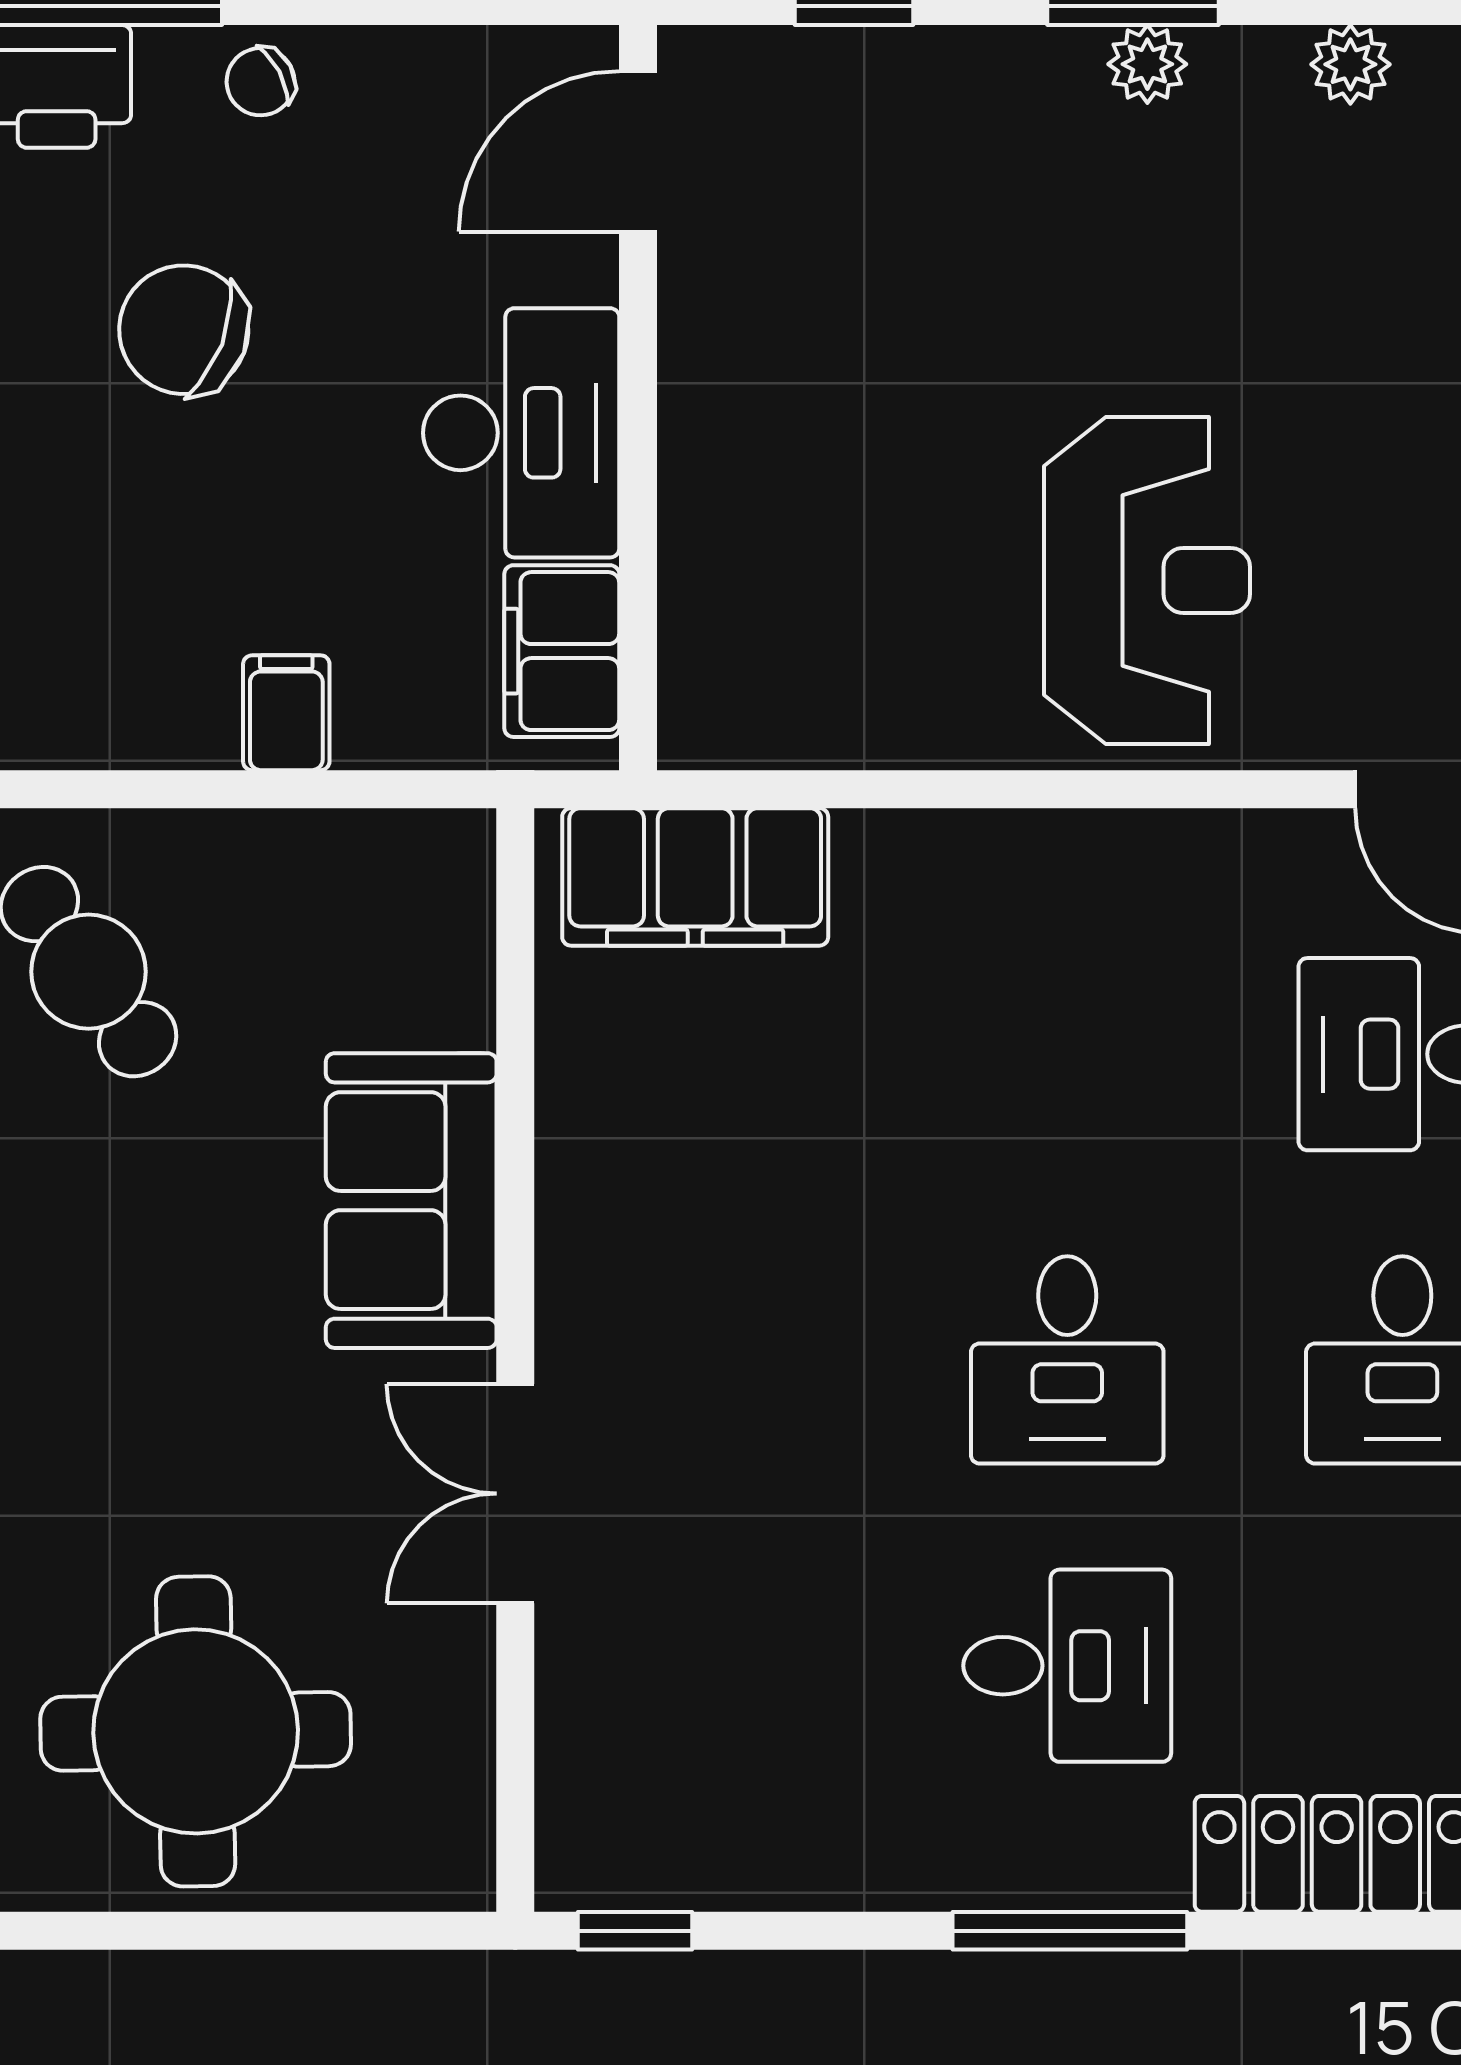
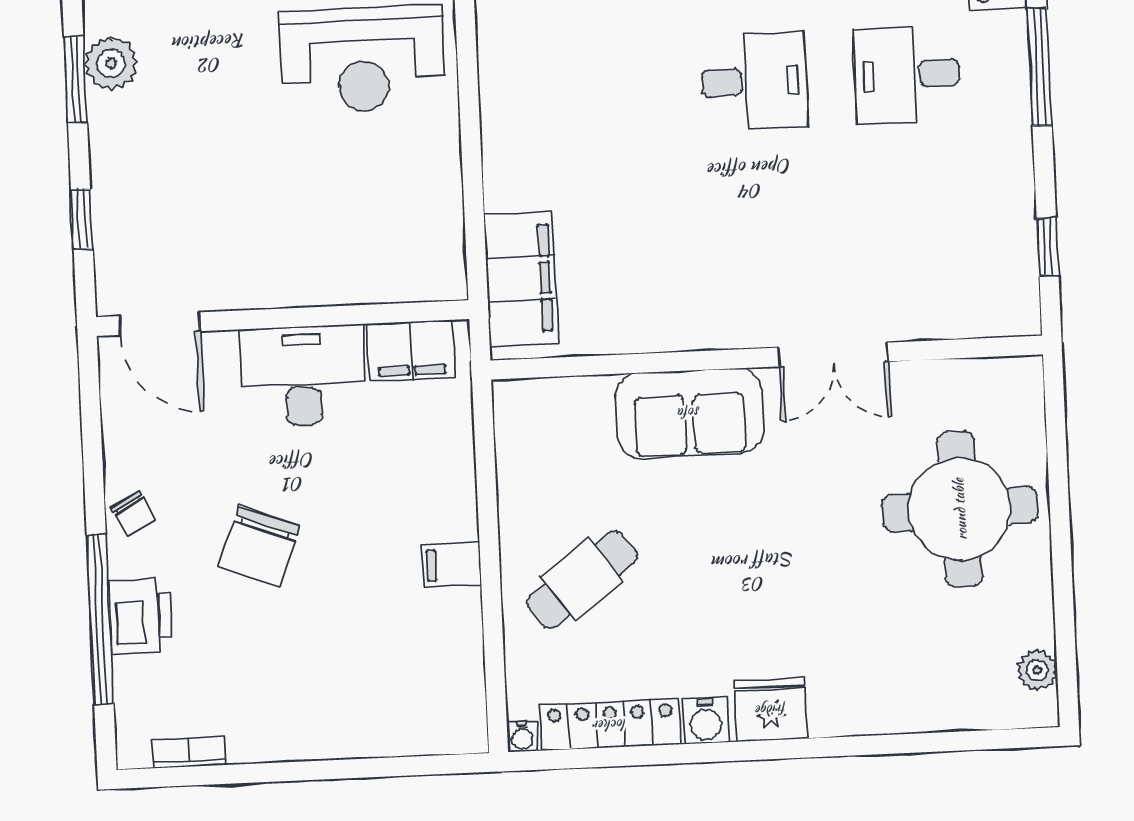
plant: (1147, 64) -> (111, 63), width x1.38, depth x1.38
reception desk: (1147, 580) -> (363, 59), turned 180
filing cabinet: (286, 713) -> (452, 565), moved
desk: (1067, 1666) -> (907, 75), turned -90
window: (635, 1931) -> (1048, 247), moved

